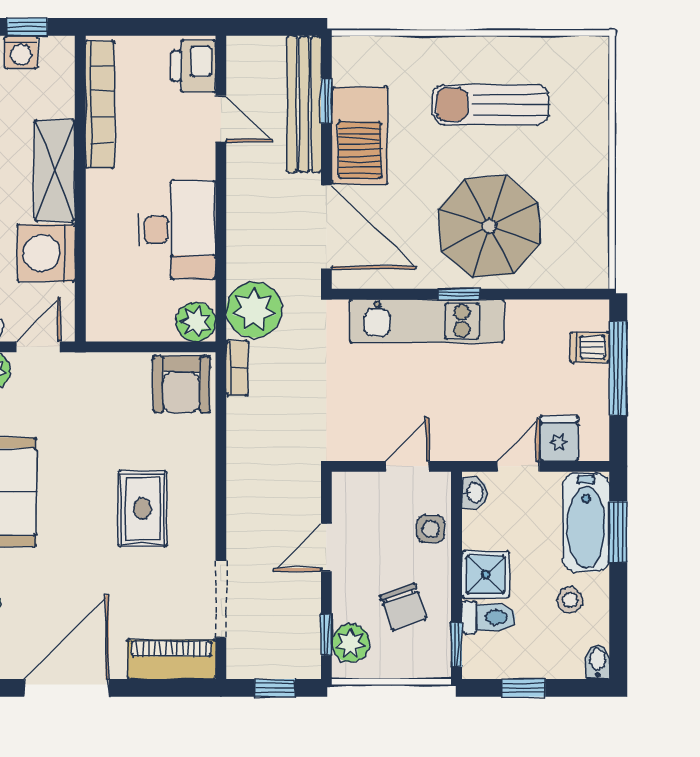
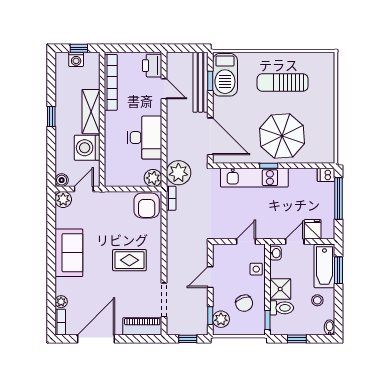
barbecue: (360, 135) -> (225, 75), moved
dishwasher: (590, 347) -> (326, 175), moved
rug: (142, 509) -> (129, 260), turned 90

